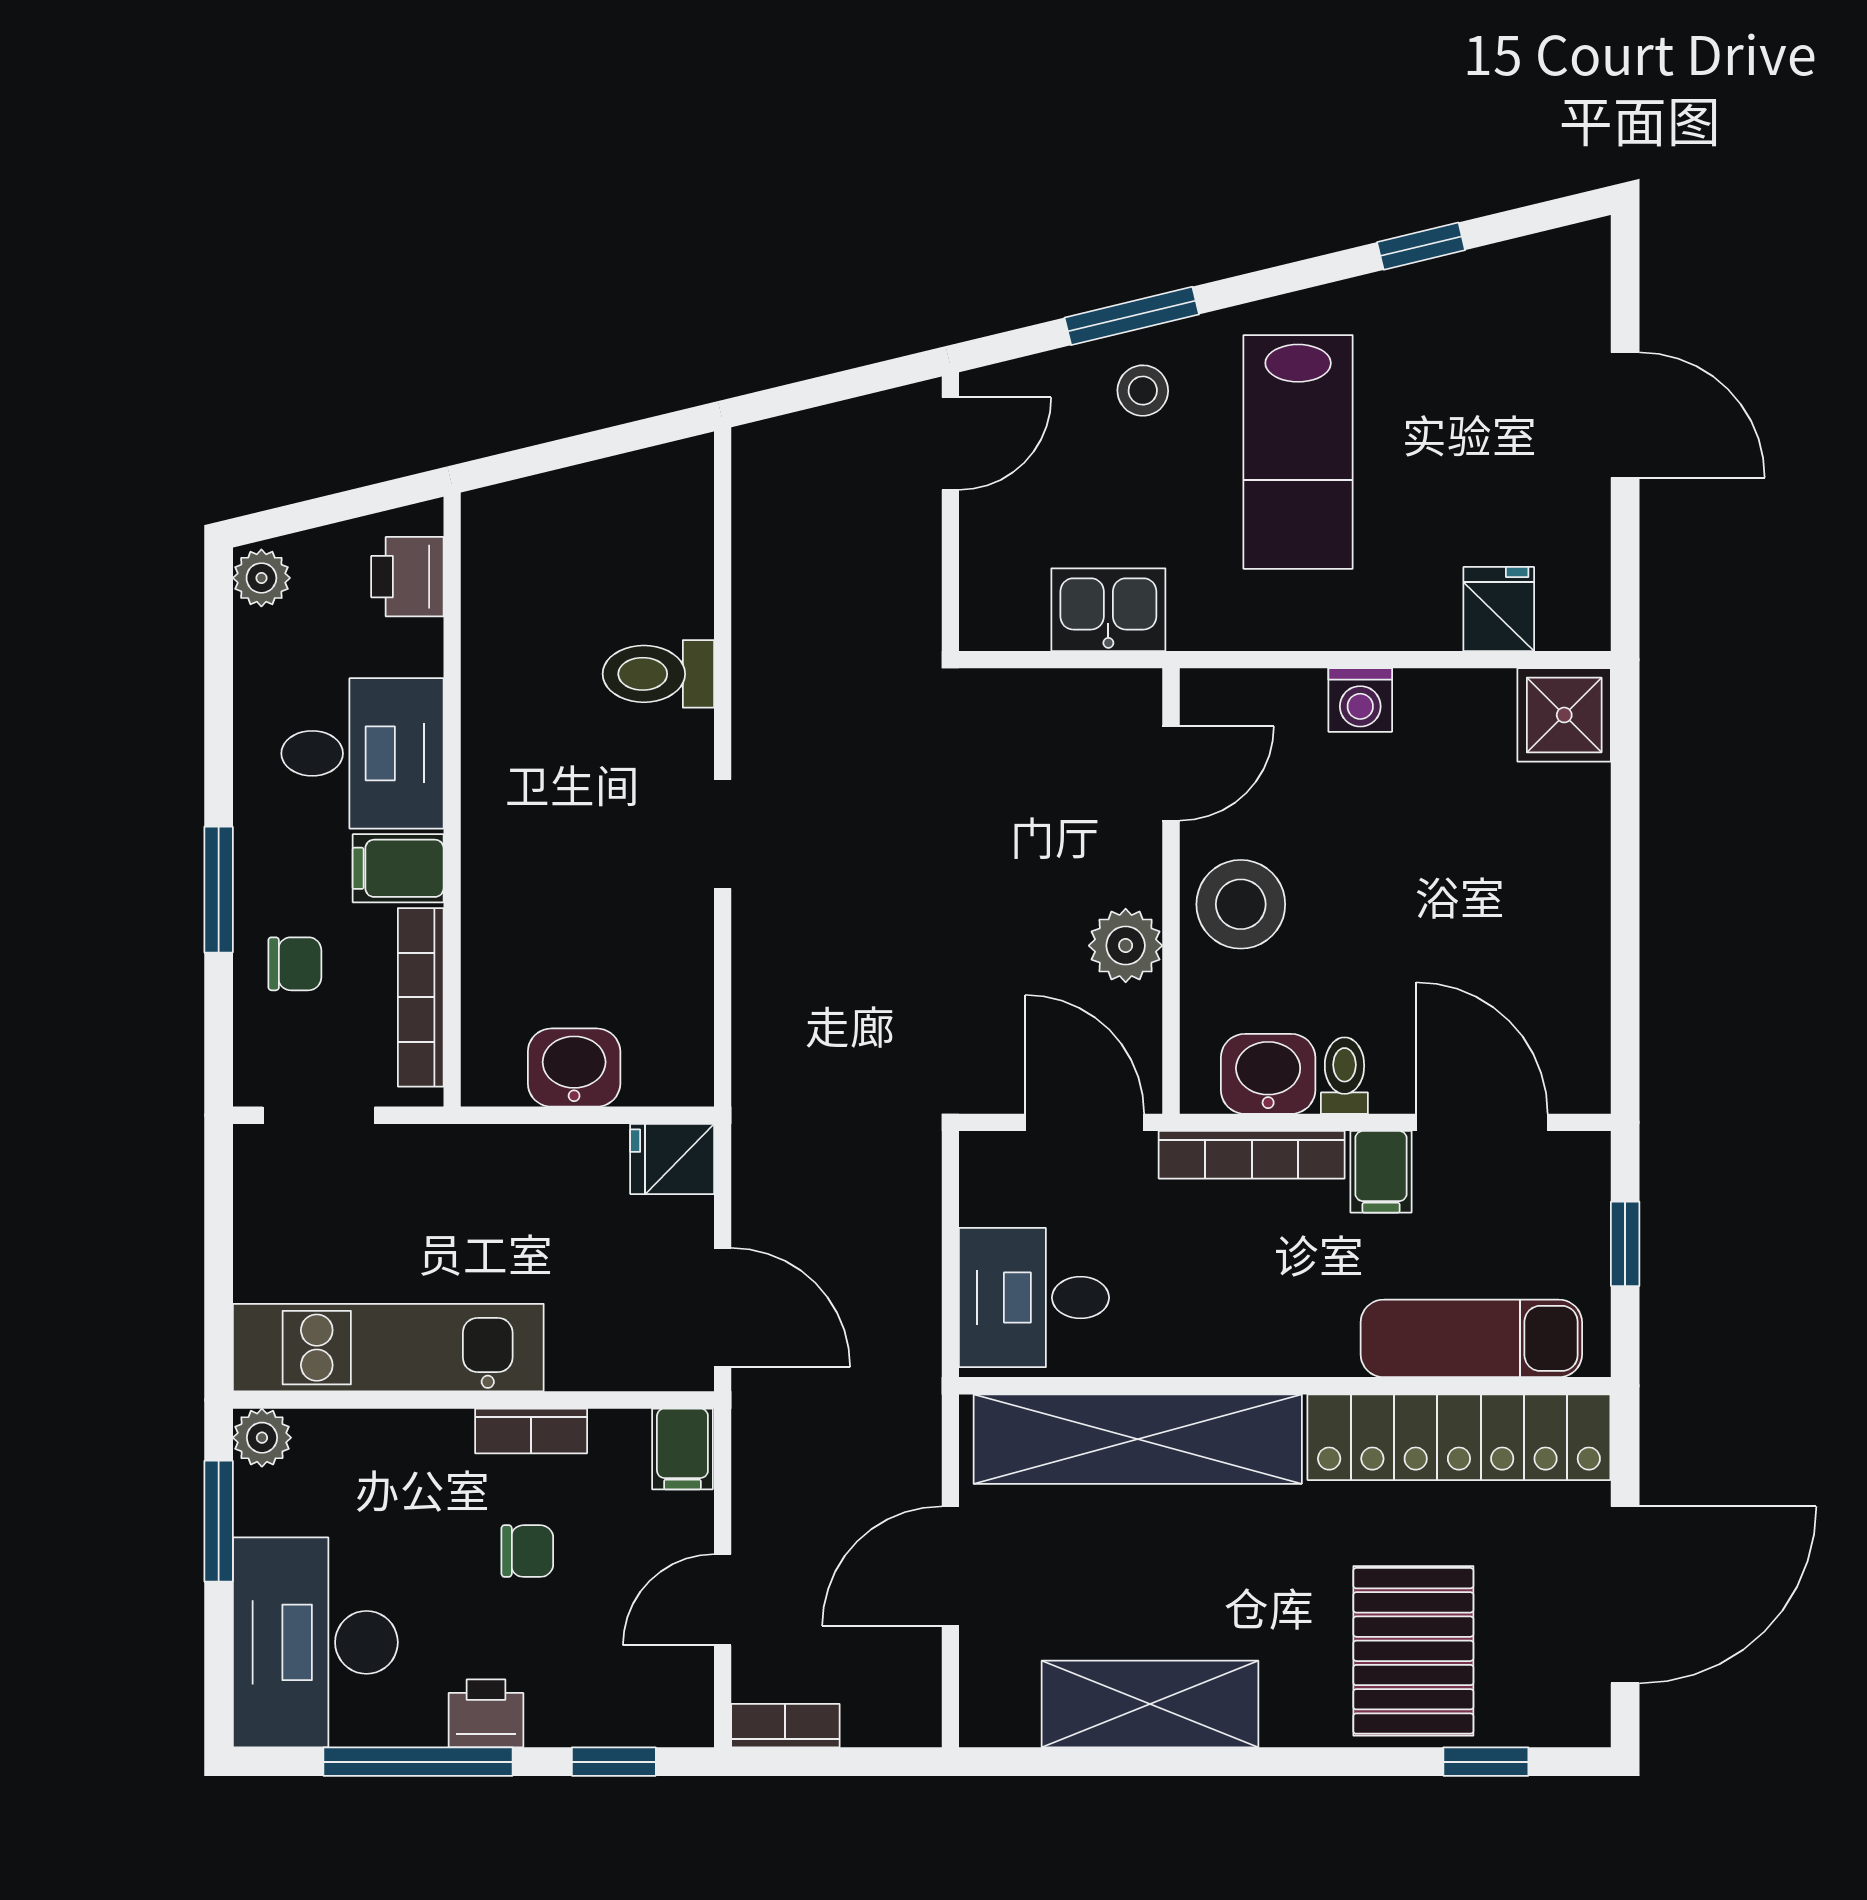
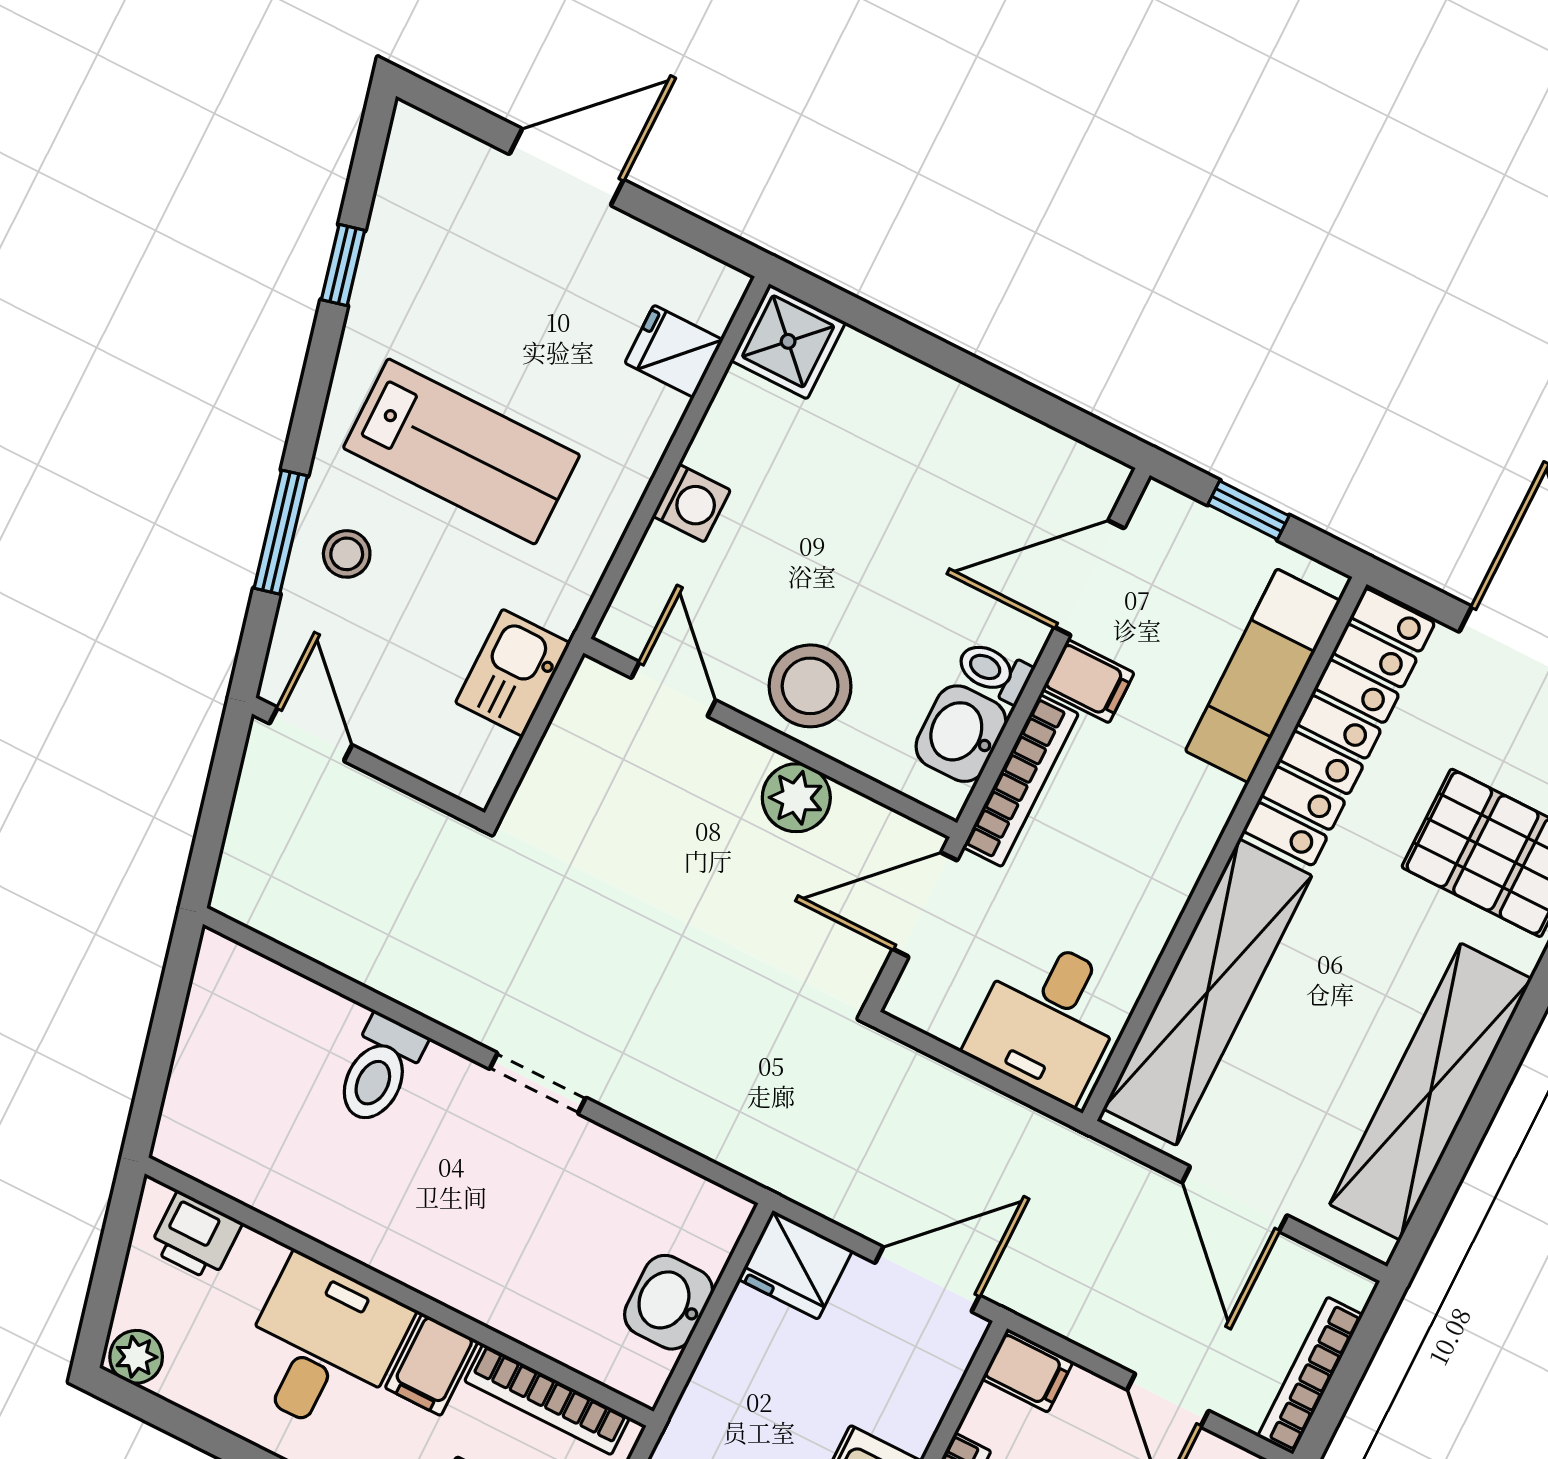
fridge: (672, 1159) -> (795, 1265), width x1.38
shelving: (1150, 1704) -> (1431, 1092), width x1.47
bookcase: (785, 1726) -> (1310, 1376), width x1.56

